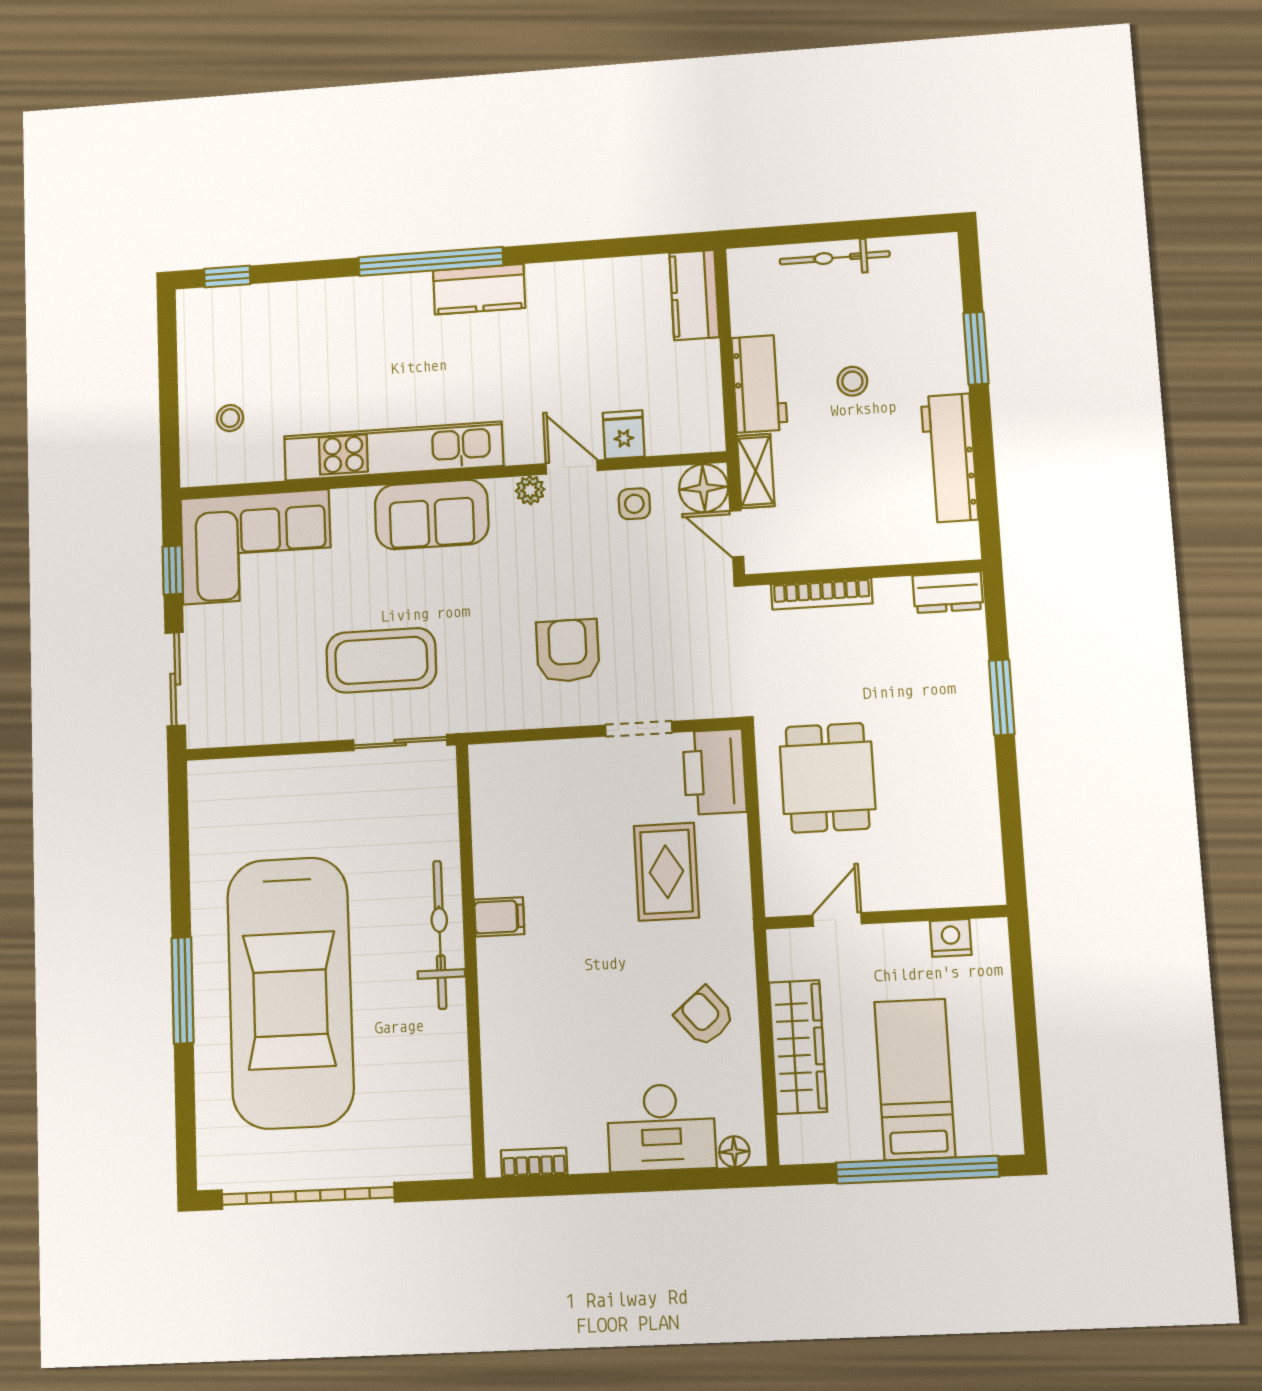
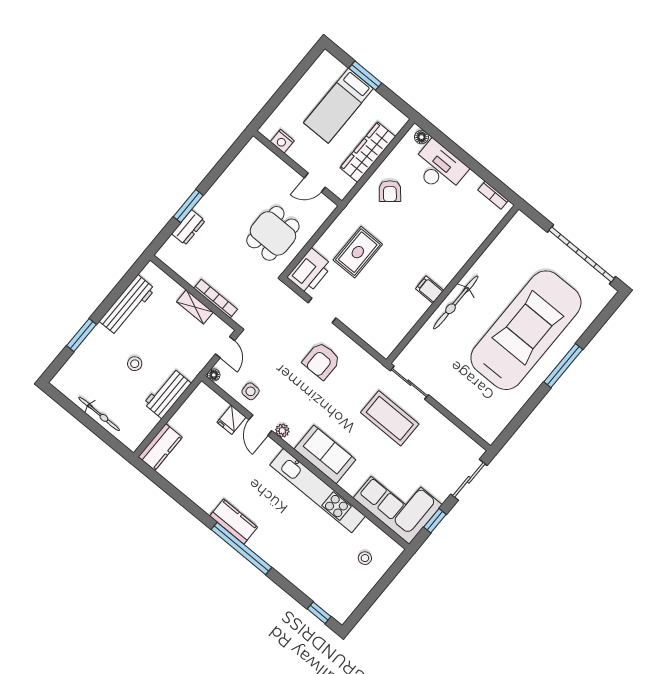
shelving: (756, 471) -> (195, 307), moved, turned 90
floor lamp: (704, 488) -> (214, 375), width x0.53, depth x0.53
dresser: (948, 592) -> (188, 227), moved, turned 90
window: (917, 1170) -> (365, 76), width x0.47

